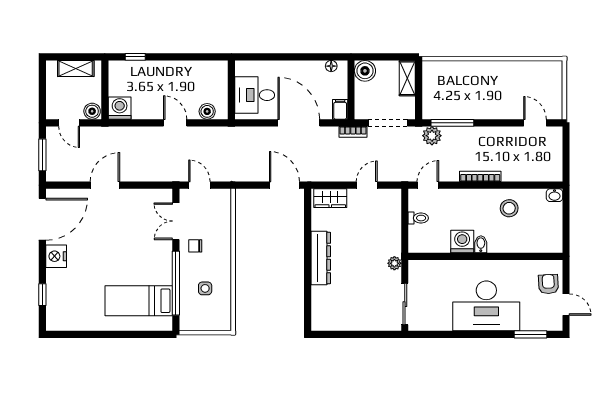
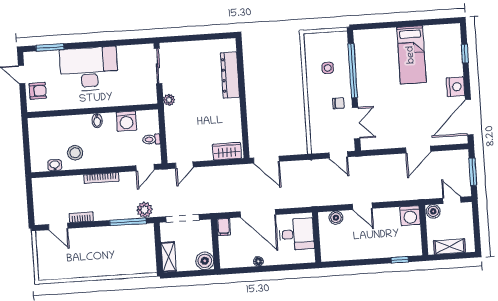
floor lamp: (331, 66) -> (258, 261), moved
bookcase: (353, 132) -> (81, 217), moved
door: (367, 185) -> (184, 165), moved
washbasin: (554, 195) -> (55, 165), moved
washing machine: (462, 241) -> (126, 121), moved
dresser: (321, 258) -> (230, 75), moved
armchair: (548, 284) -> (38, 91), turned -87
bed: (139, 301) -> (411, 55), moved, turned 90

